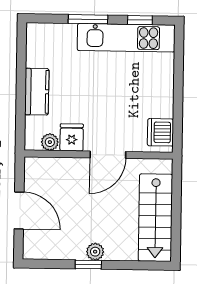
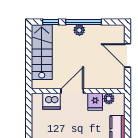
dishwasher: (160, 132) -> (52, 101), moved, turned 90
window: (88, 265) -> (83, 22), width x2.17
window: (140, 265) -> (51, 22), added

